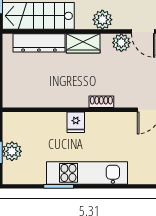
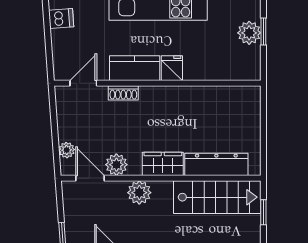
shoe rack: (101, 102) -> (123, 93), moved
kitchen counter: (106, 122) -> (135, 68), added

